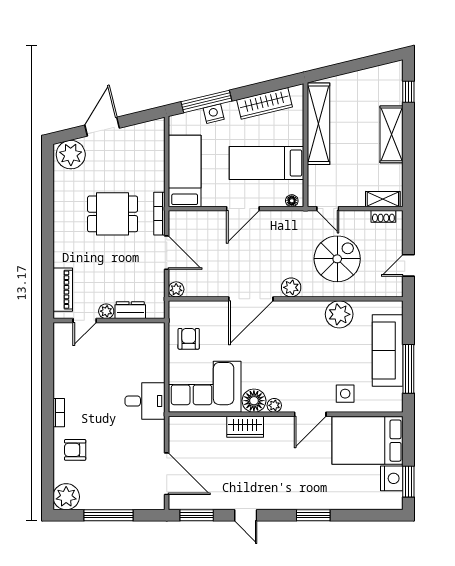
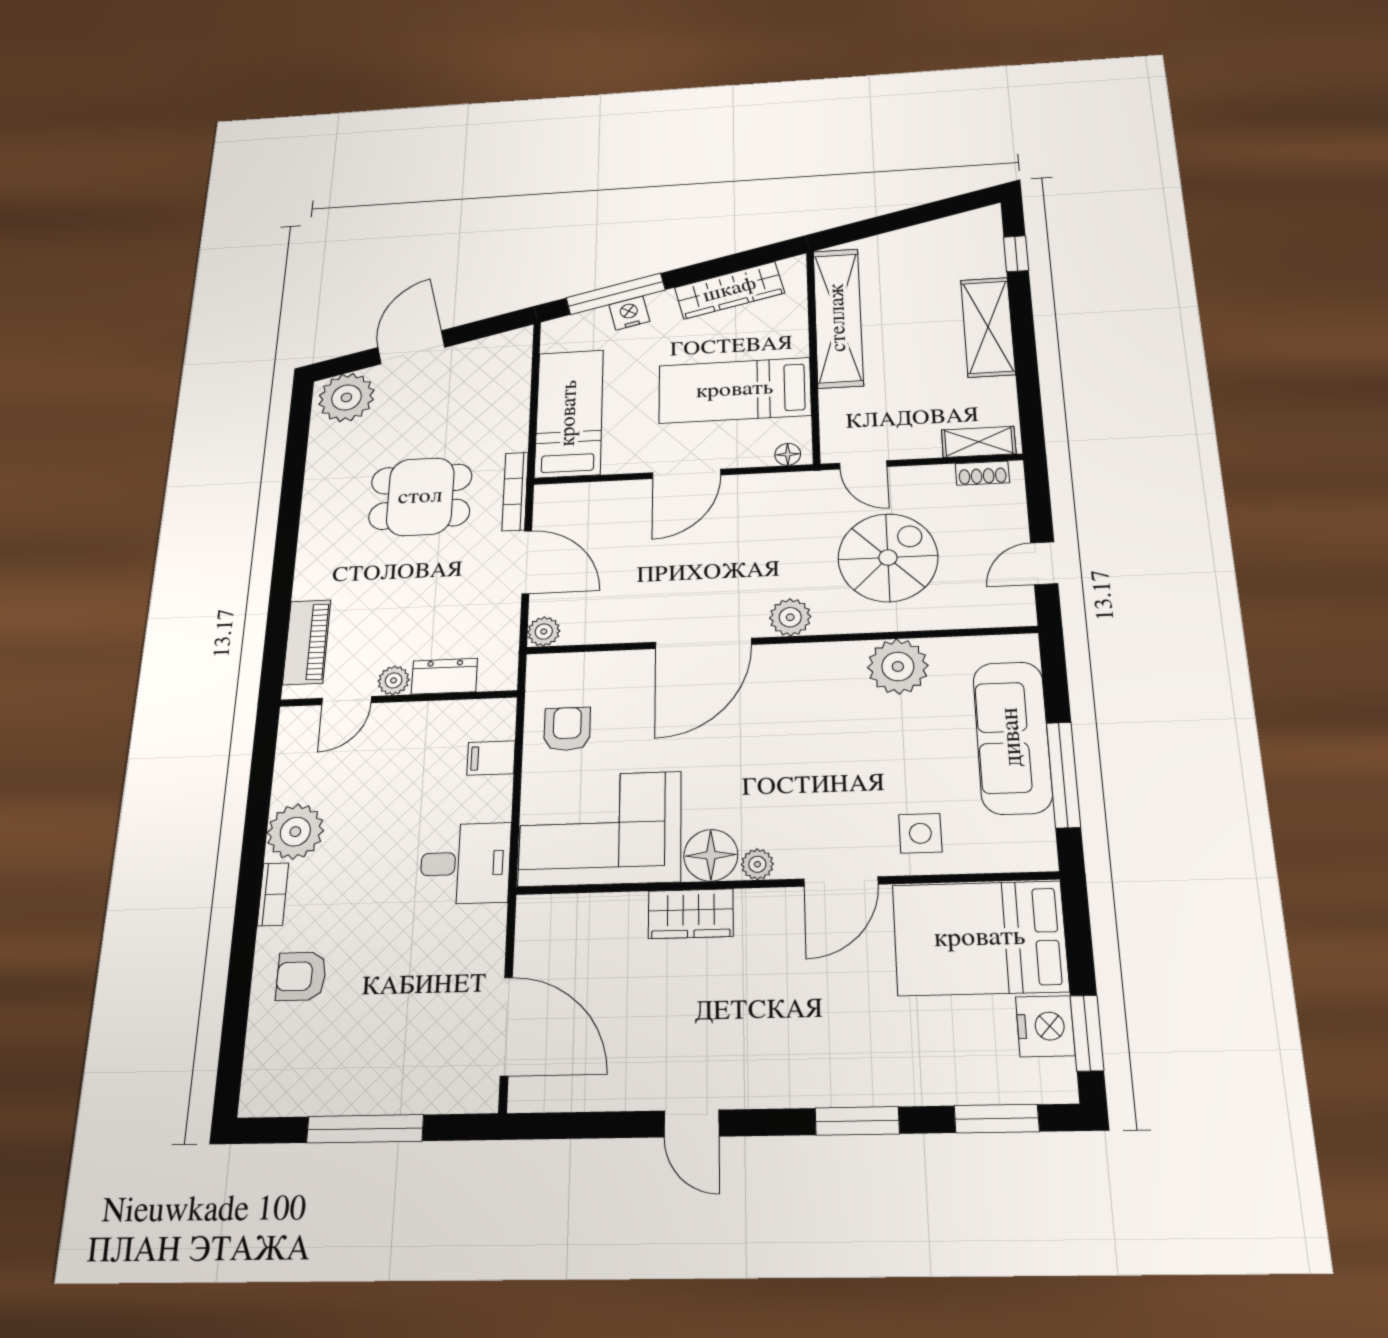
filing cabinet: (154, 352) -> (491, 758), added
plant: (66, 497) -> (295, 832), moved
window: (197, 515) -> (997, 1119), moved

